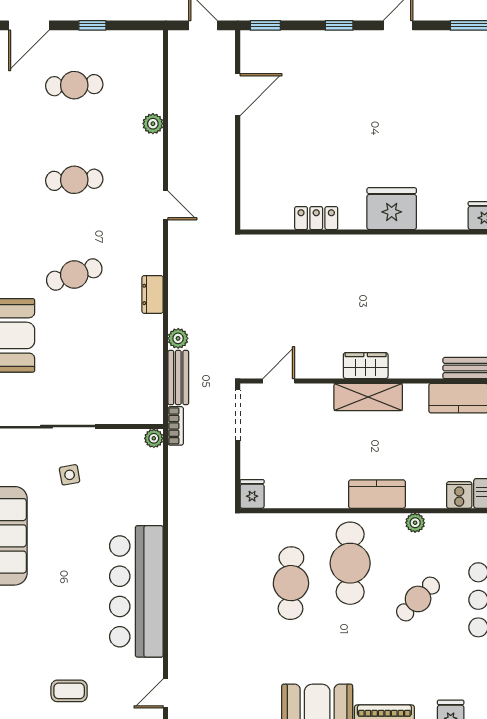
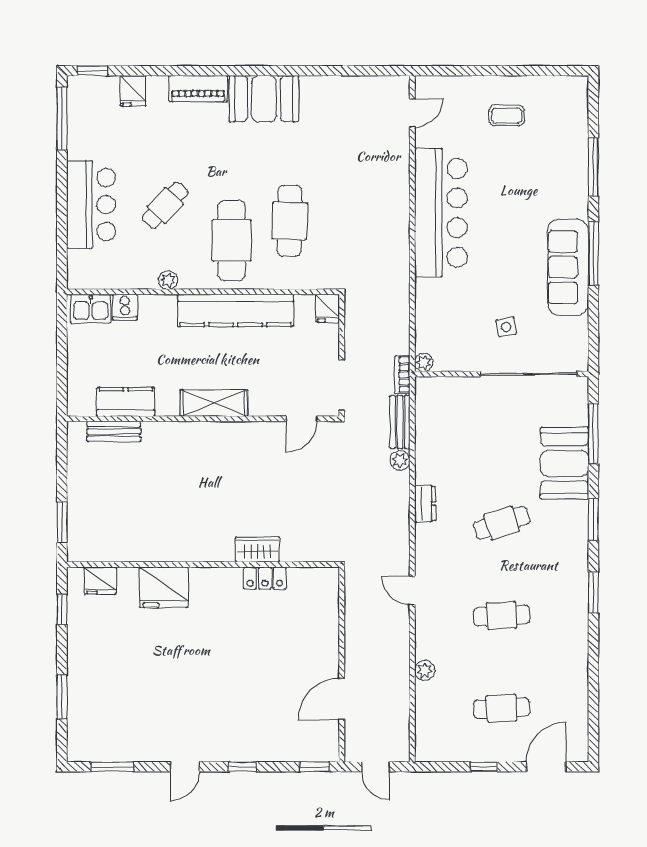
fridge: (392, 209) -> (164, 587), moved
wardrobe: (366, 366) -> (258, 550), moved, turned 180
kitchen counter: (377, 494) -> (236, 310), width x2.08, depth x1.17

